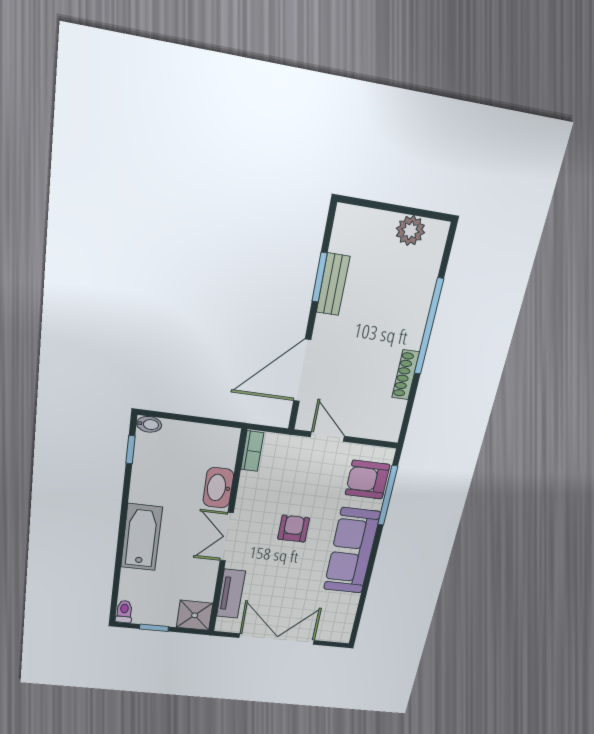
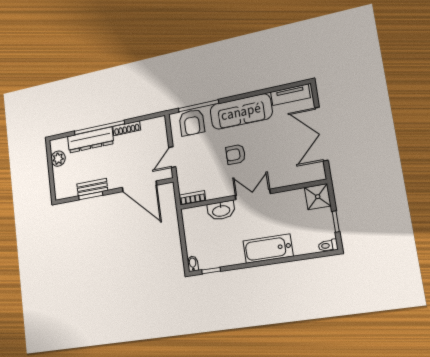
dresser: (415, 304) -> (90, 140), added
double door: (227, 537) -> (253, 194), swing flipped
tv unit: (231, 594) -> (290, 95), moved, turned 180

